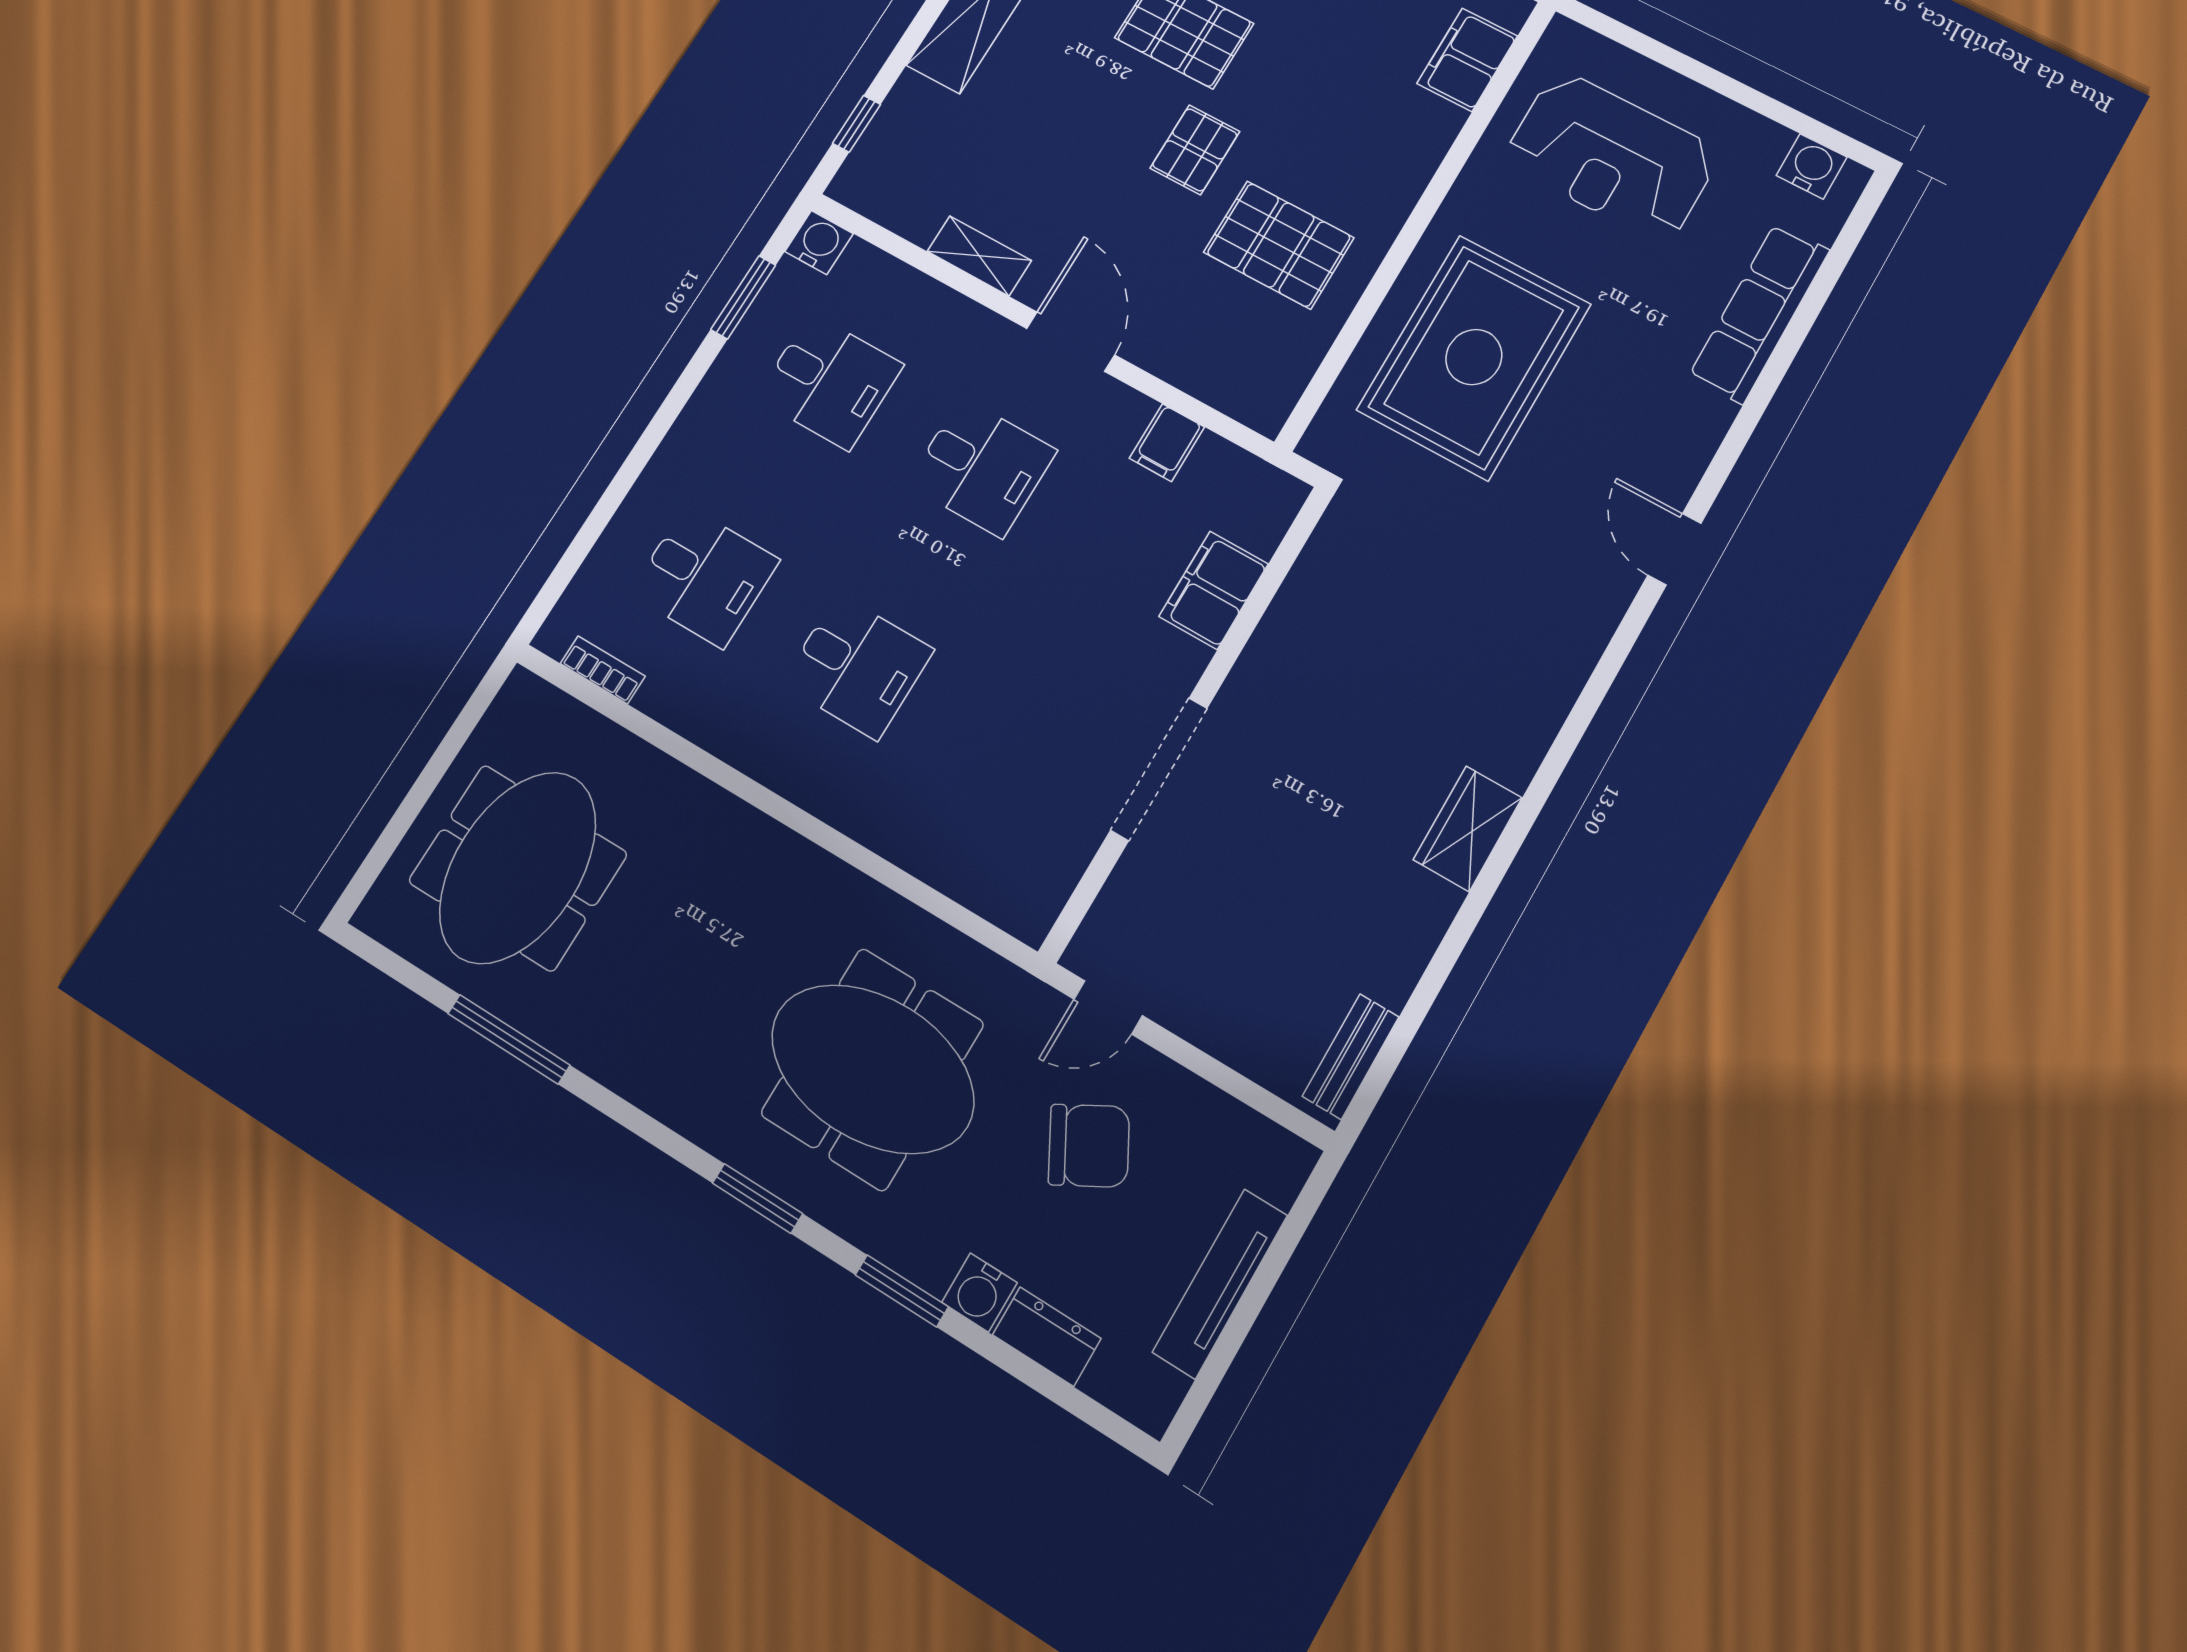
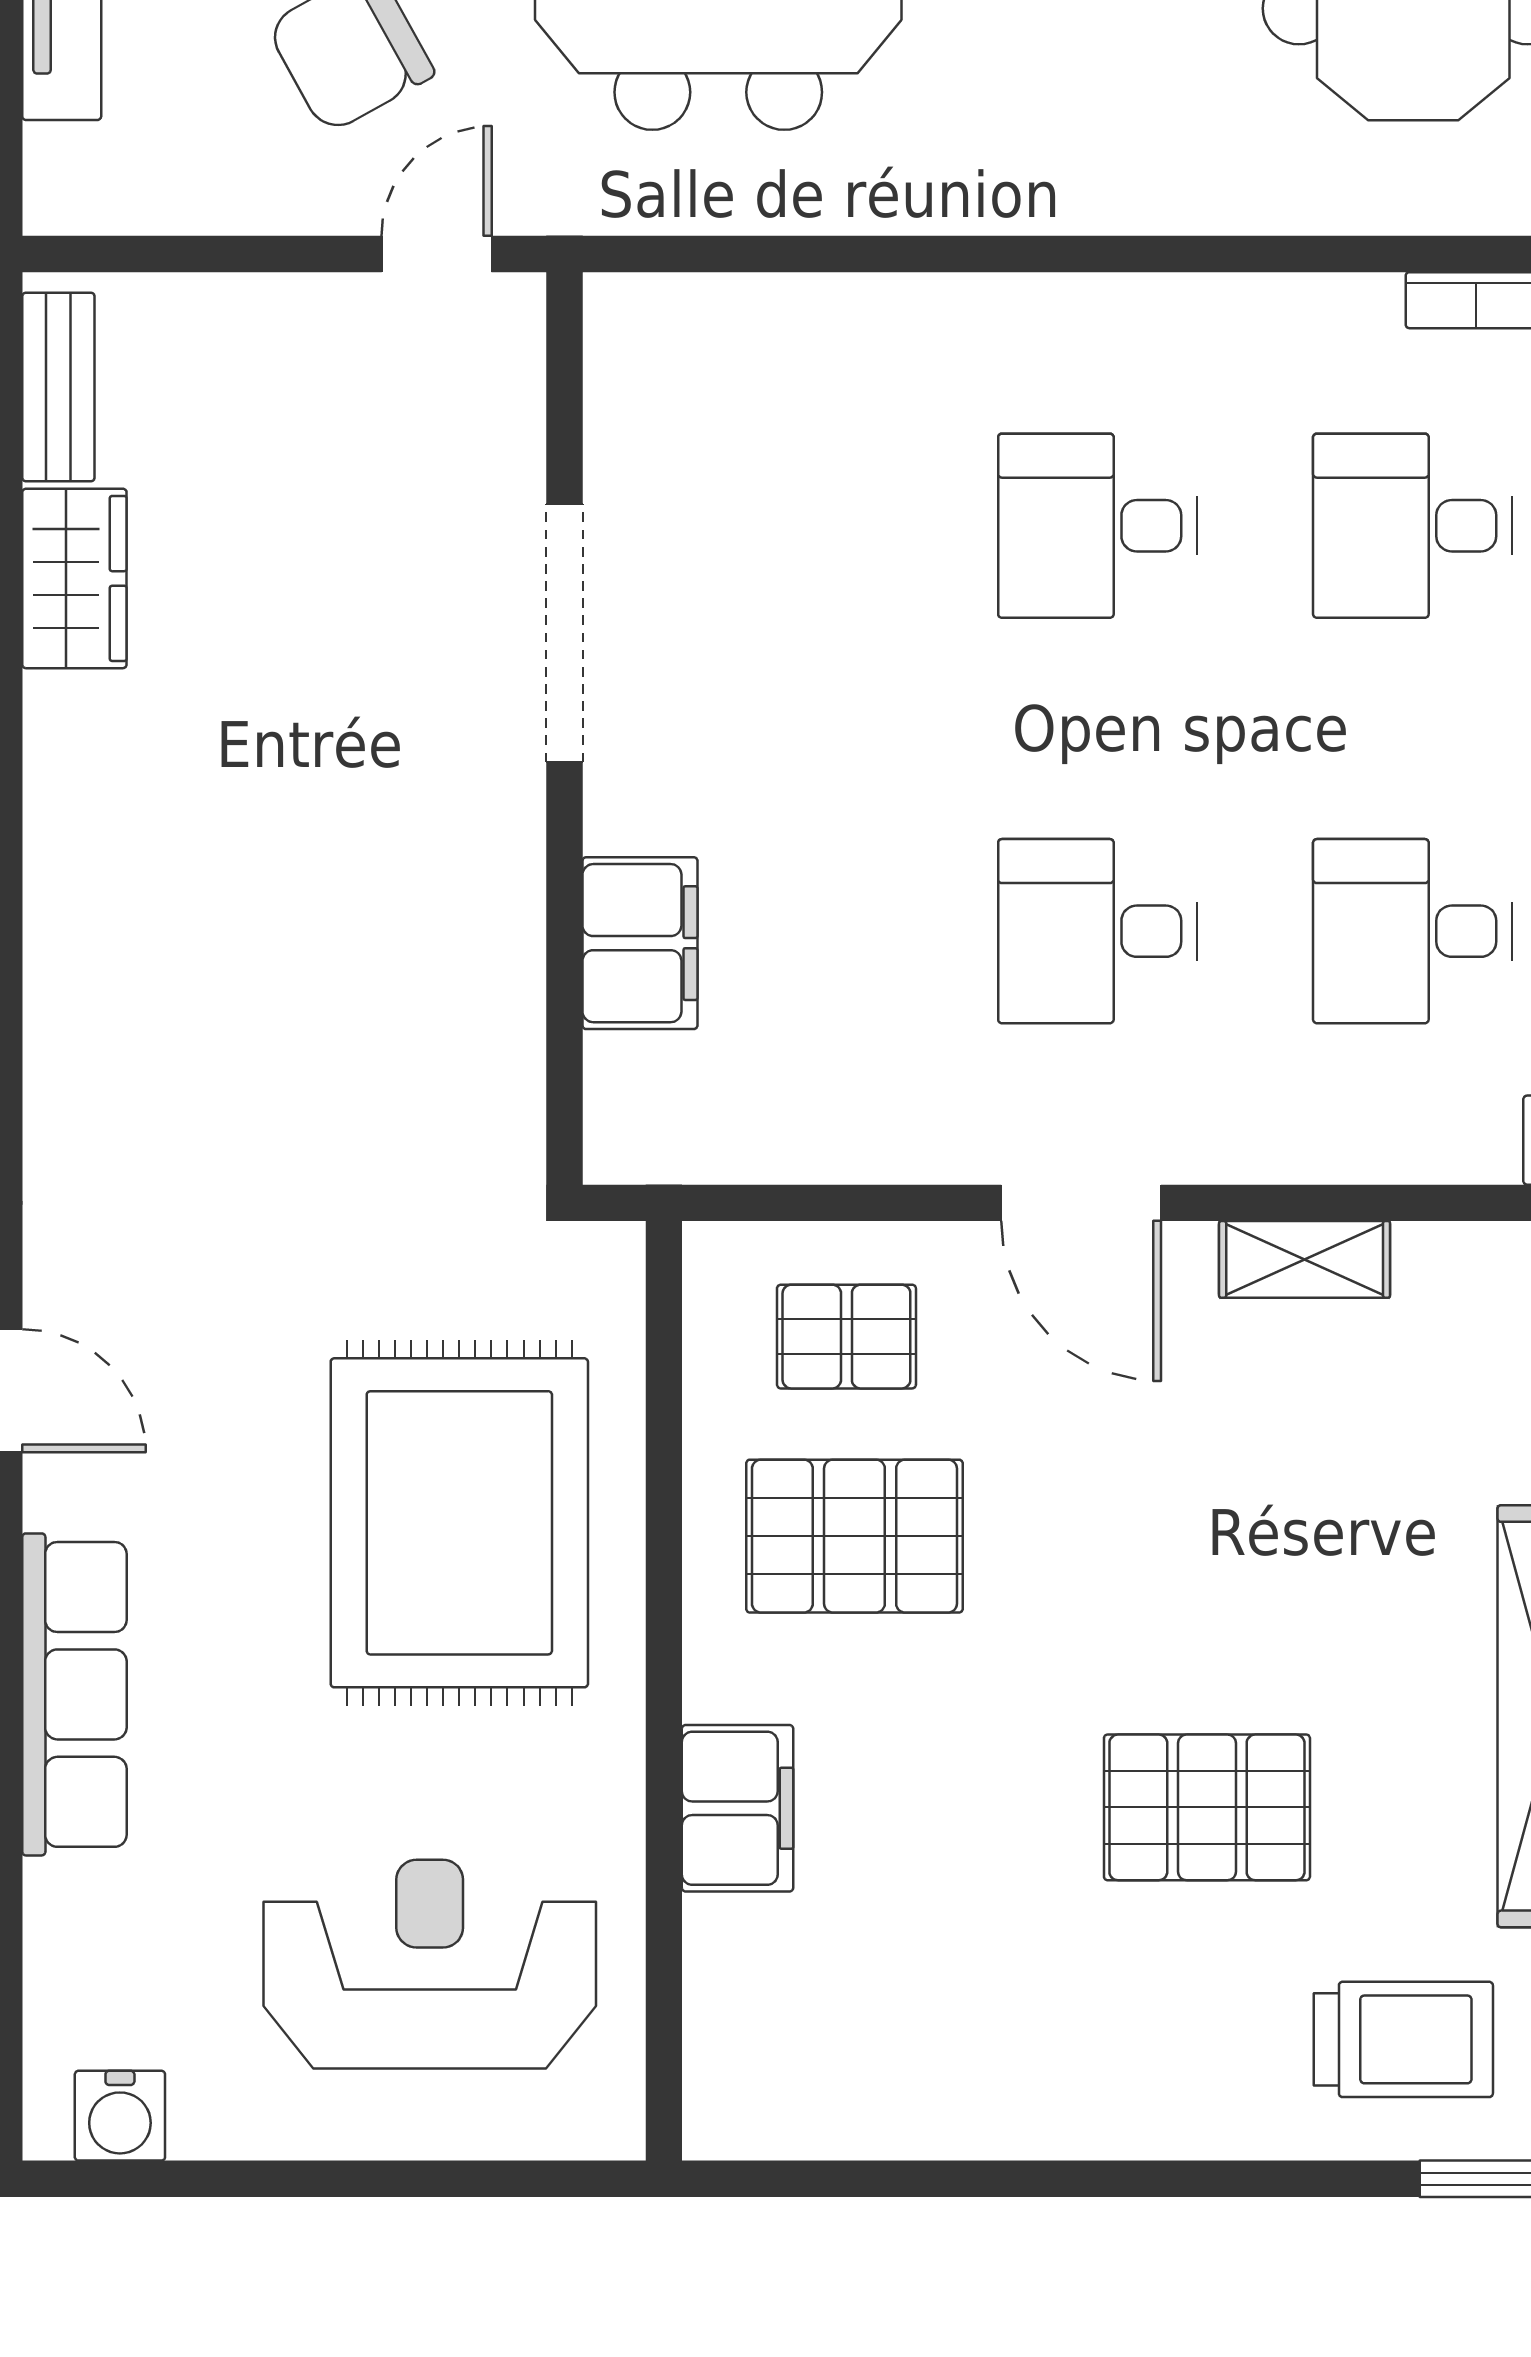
filing cabinet: (1467, 60) -> (738, 1808), moved
pallet: (1195, 150) -> (846, 1337), moved, turned 90
row of seats: (1759, 313) -> (74, 1694), moved
filing cabinet: (1167, 443) -> (841, 1128), removed
wardrobe: (1468, 829) -> (74, 578), moved

